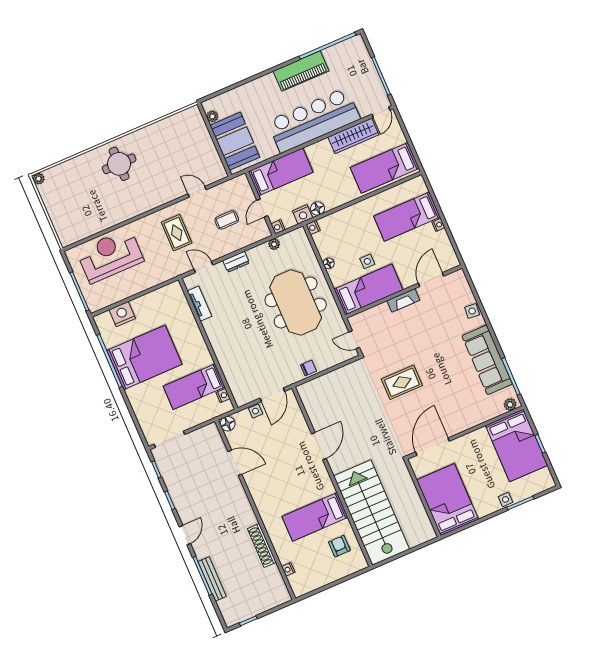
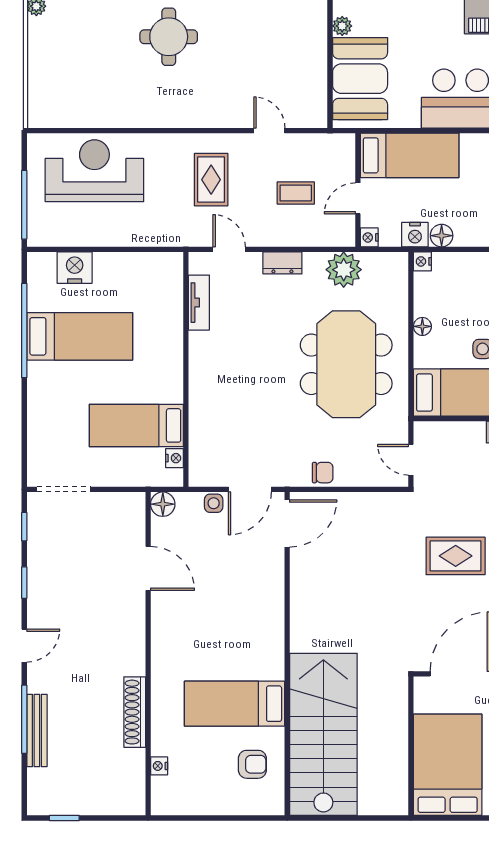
plant: (274, 244) -> (344, 270), width x1.87, depth x1.87
bed: (144, 357) -> (80, 336), width x0.67
door: (319, 446) -> (287, 523), moved
armchair: (339, 546) -> (252, 764), turned 90

